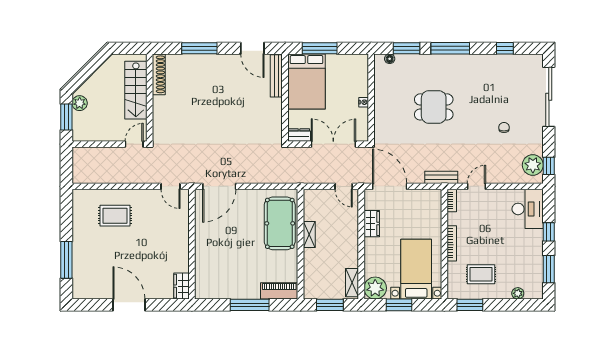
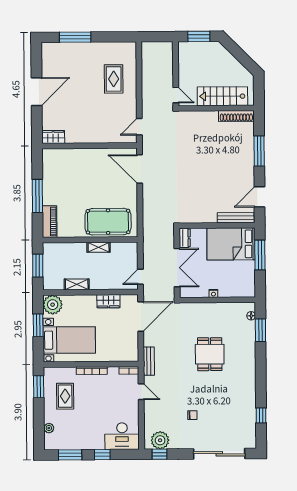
window: (450, 48) -> (261, 368), removed
plant: (80, 103) -> (211, 48), removed
shelving: (352, 283) -> (77, 284), moved

